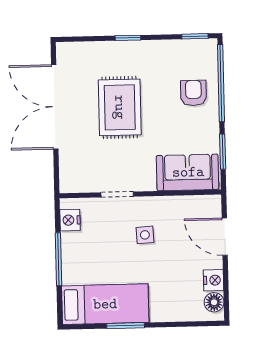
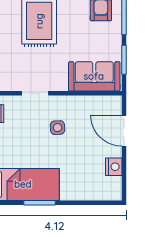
floor lamp: (214, 302) -> (114, 185), removed

